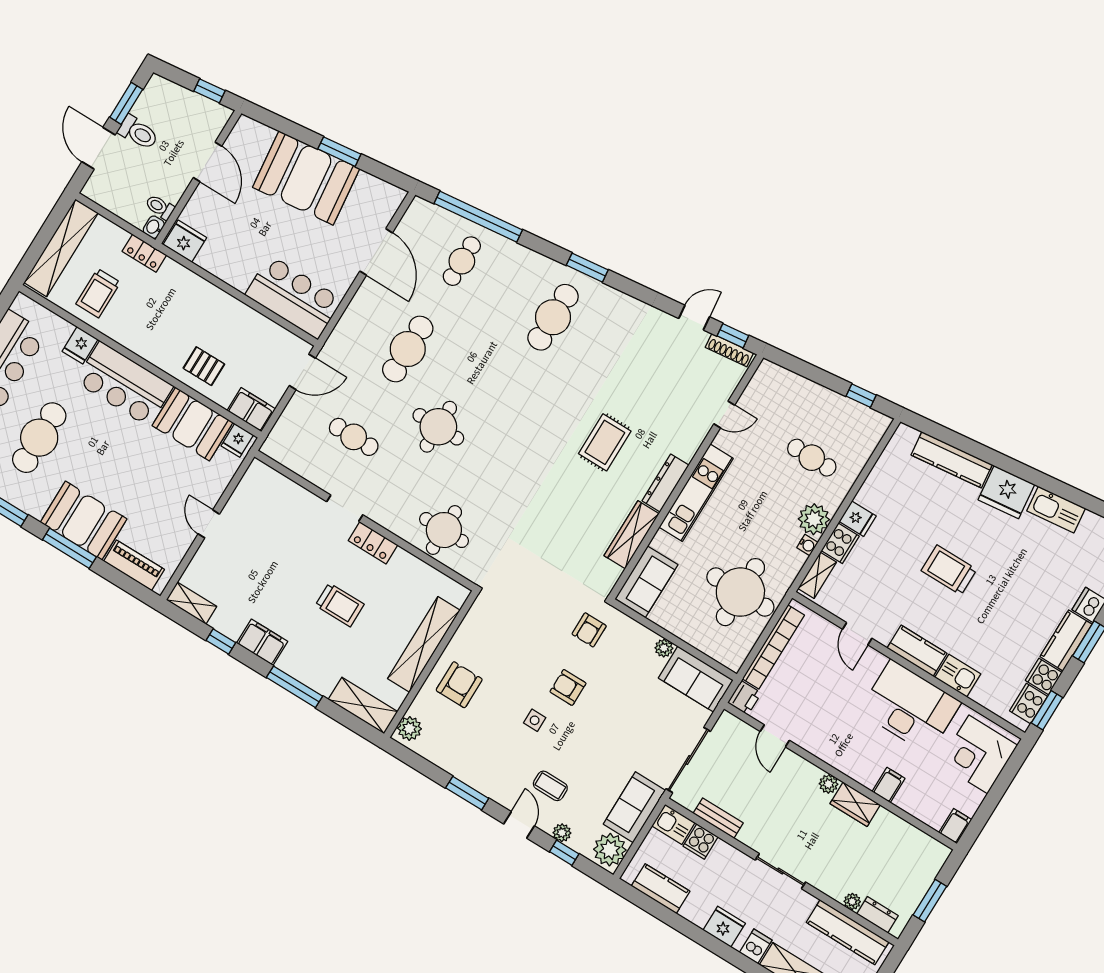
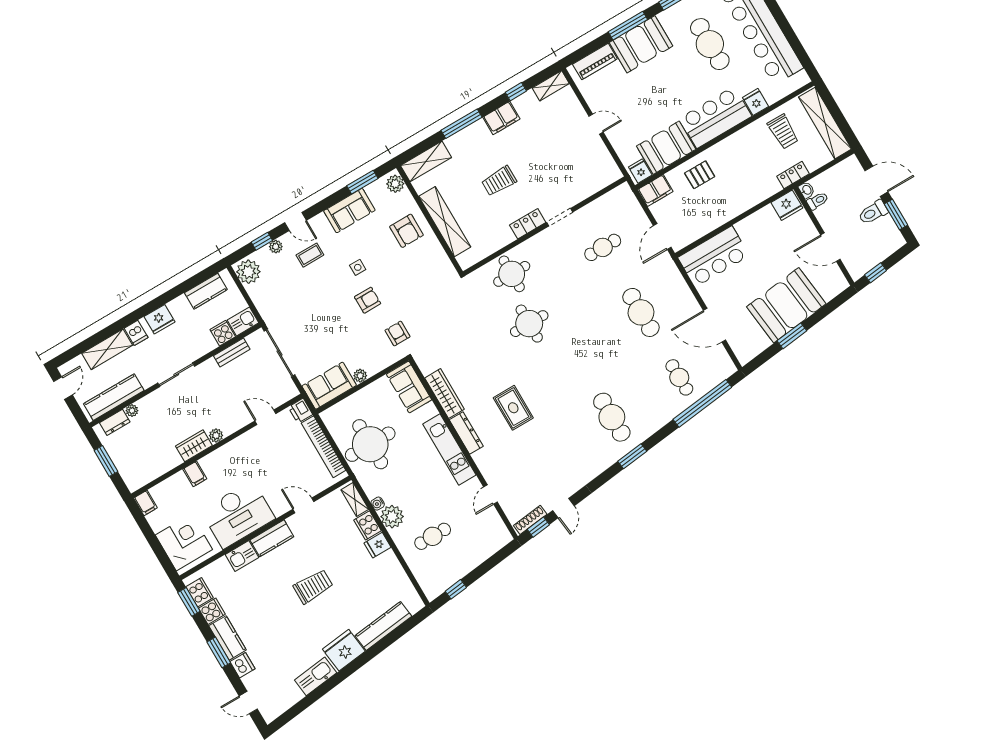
trolley: (98, 293) -> (783, 132), turned 180
round table: (438, 427) -> (529, 324), moved
window: (467, 793) -> (362, 182), moved
sofa: (634, 807) -> (349, 211), moved, turned 90

